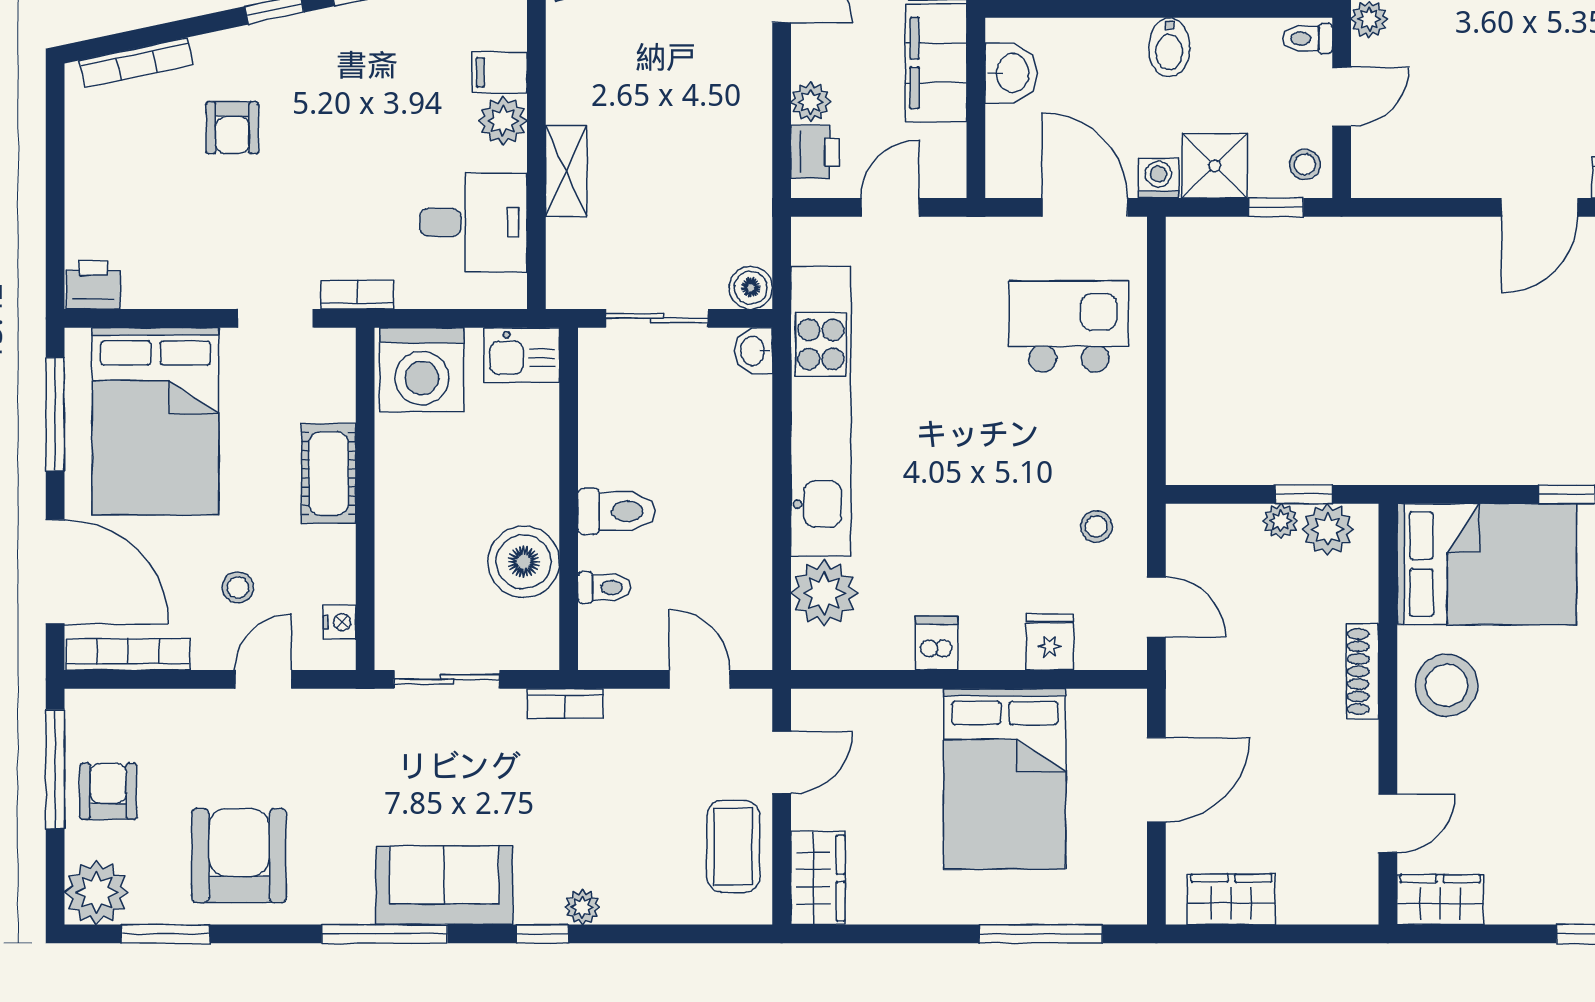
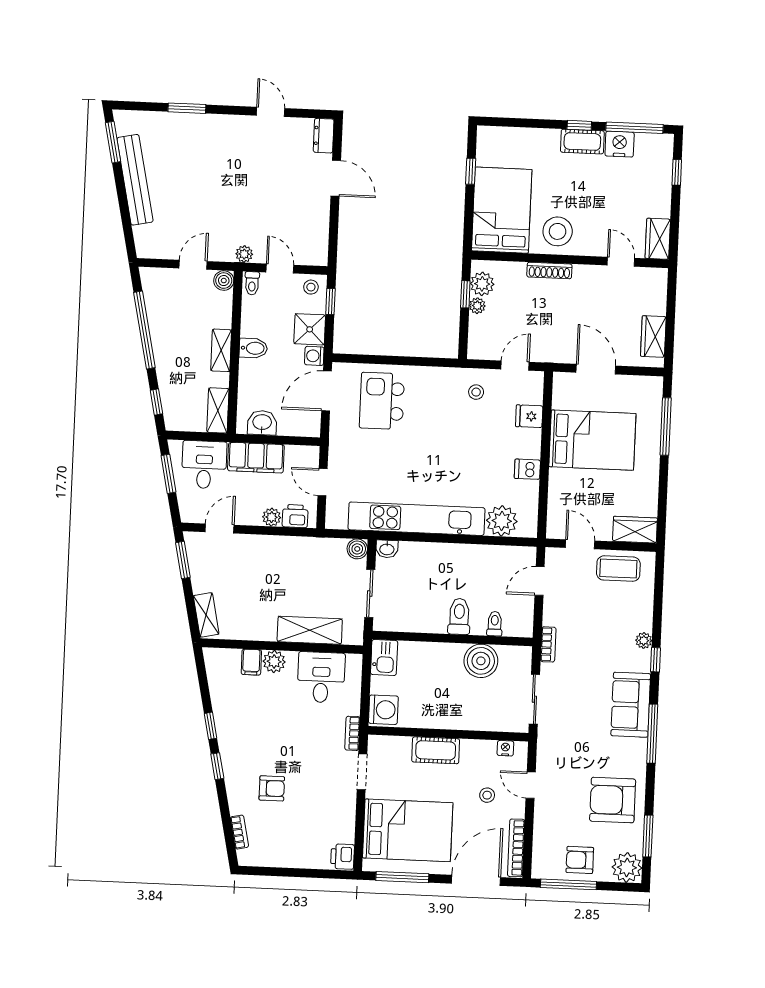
bookcase: (136, 63) -> (239, 832), width x0.64
shelving: (566, 171) -> (310, 630), width x1.50, depth x1.33
washing machine: (422, 370) -> (383, 710), width x0.73, depth x0.73

